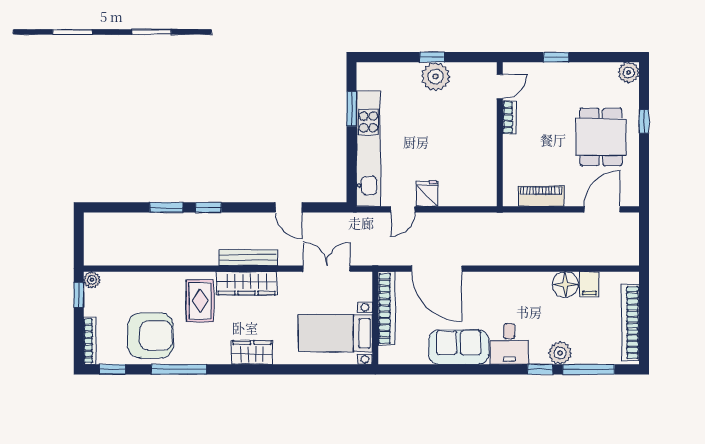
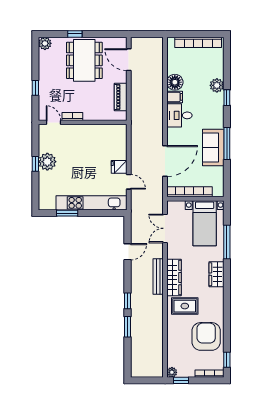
dining table: (601, 137) -> (84, 60), width x1.38
filing cabinet: (589, 284) -> (175, 97), moved
desk: (509, 344) -> (179, 115), moved, turned 180
window: (179, 369) -> (227, 242), moved
window: (589, 369) -> (227, 143), moved

